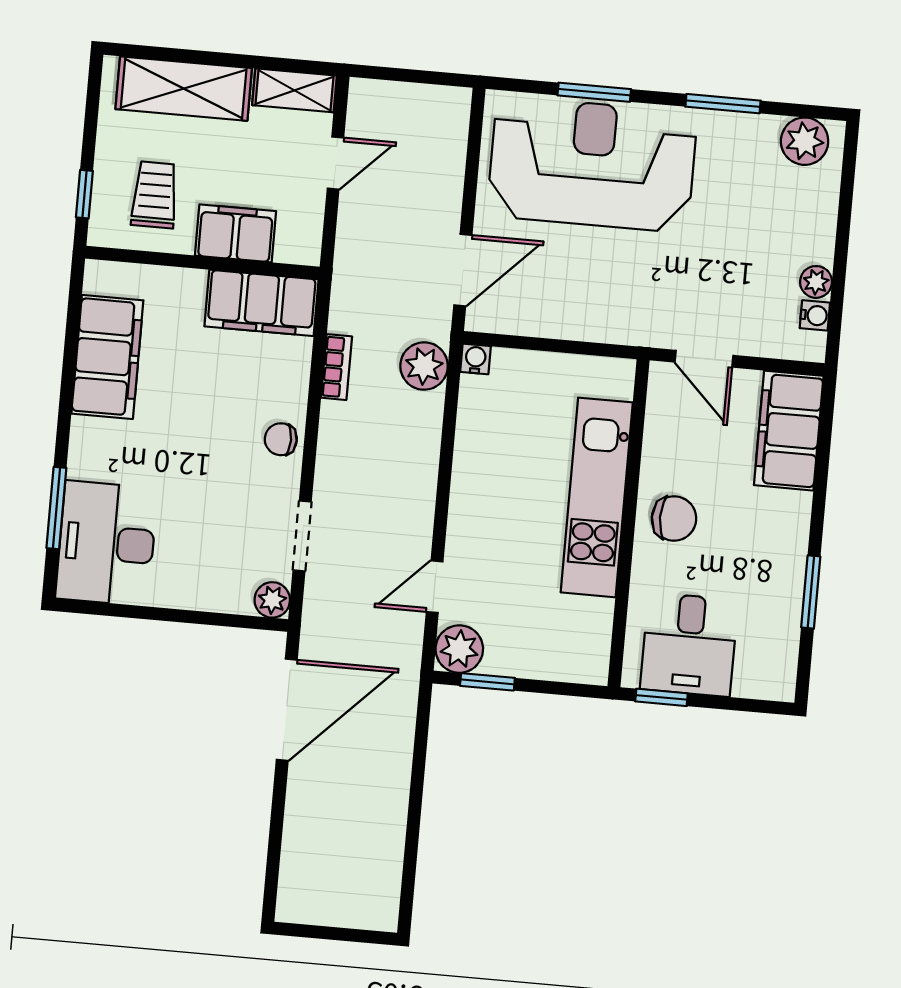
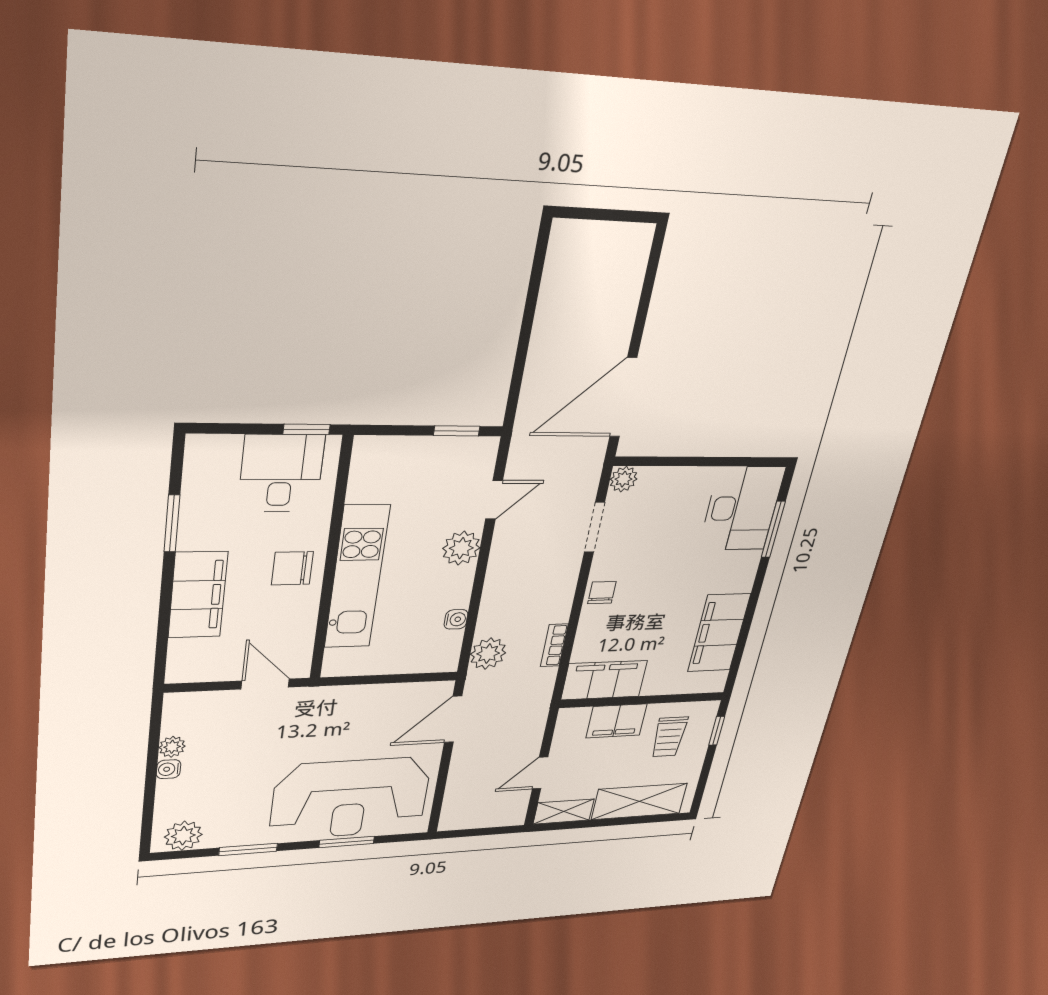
water cooler: (815, 315) -> (169, 769), moved
water cooler: (476, 359) -> (456, 619), moved, turned -90
filing cabinet: (789, 431) -> (198, 595), moved
chair: (281, 439) -> (602, 593), turned -90
plant: (459, 649) -> (461, 548), moved

